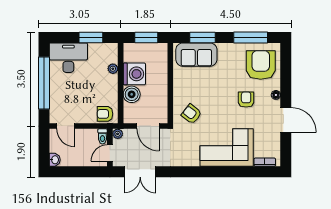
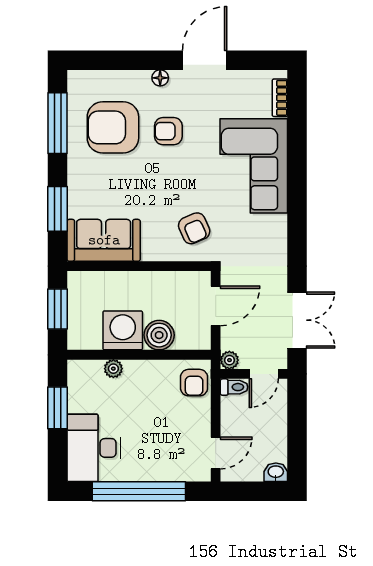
sofa: (196, 55) -> (104, 240), moved, turned -90
armchair: (261, 65) -> (113, 127), moved
armchair: (192, 114) -> (194, 228), turned -62
door: (110, 153) -> (264, 374), hinge flipped

